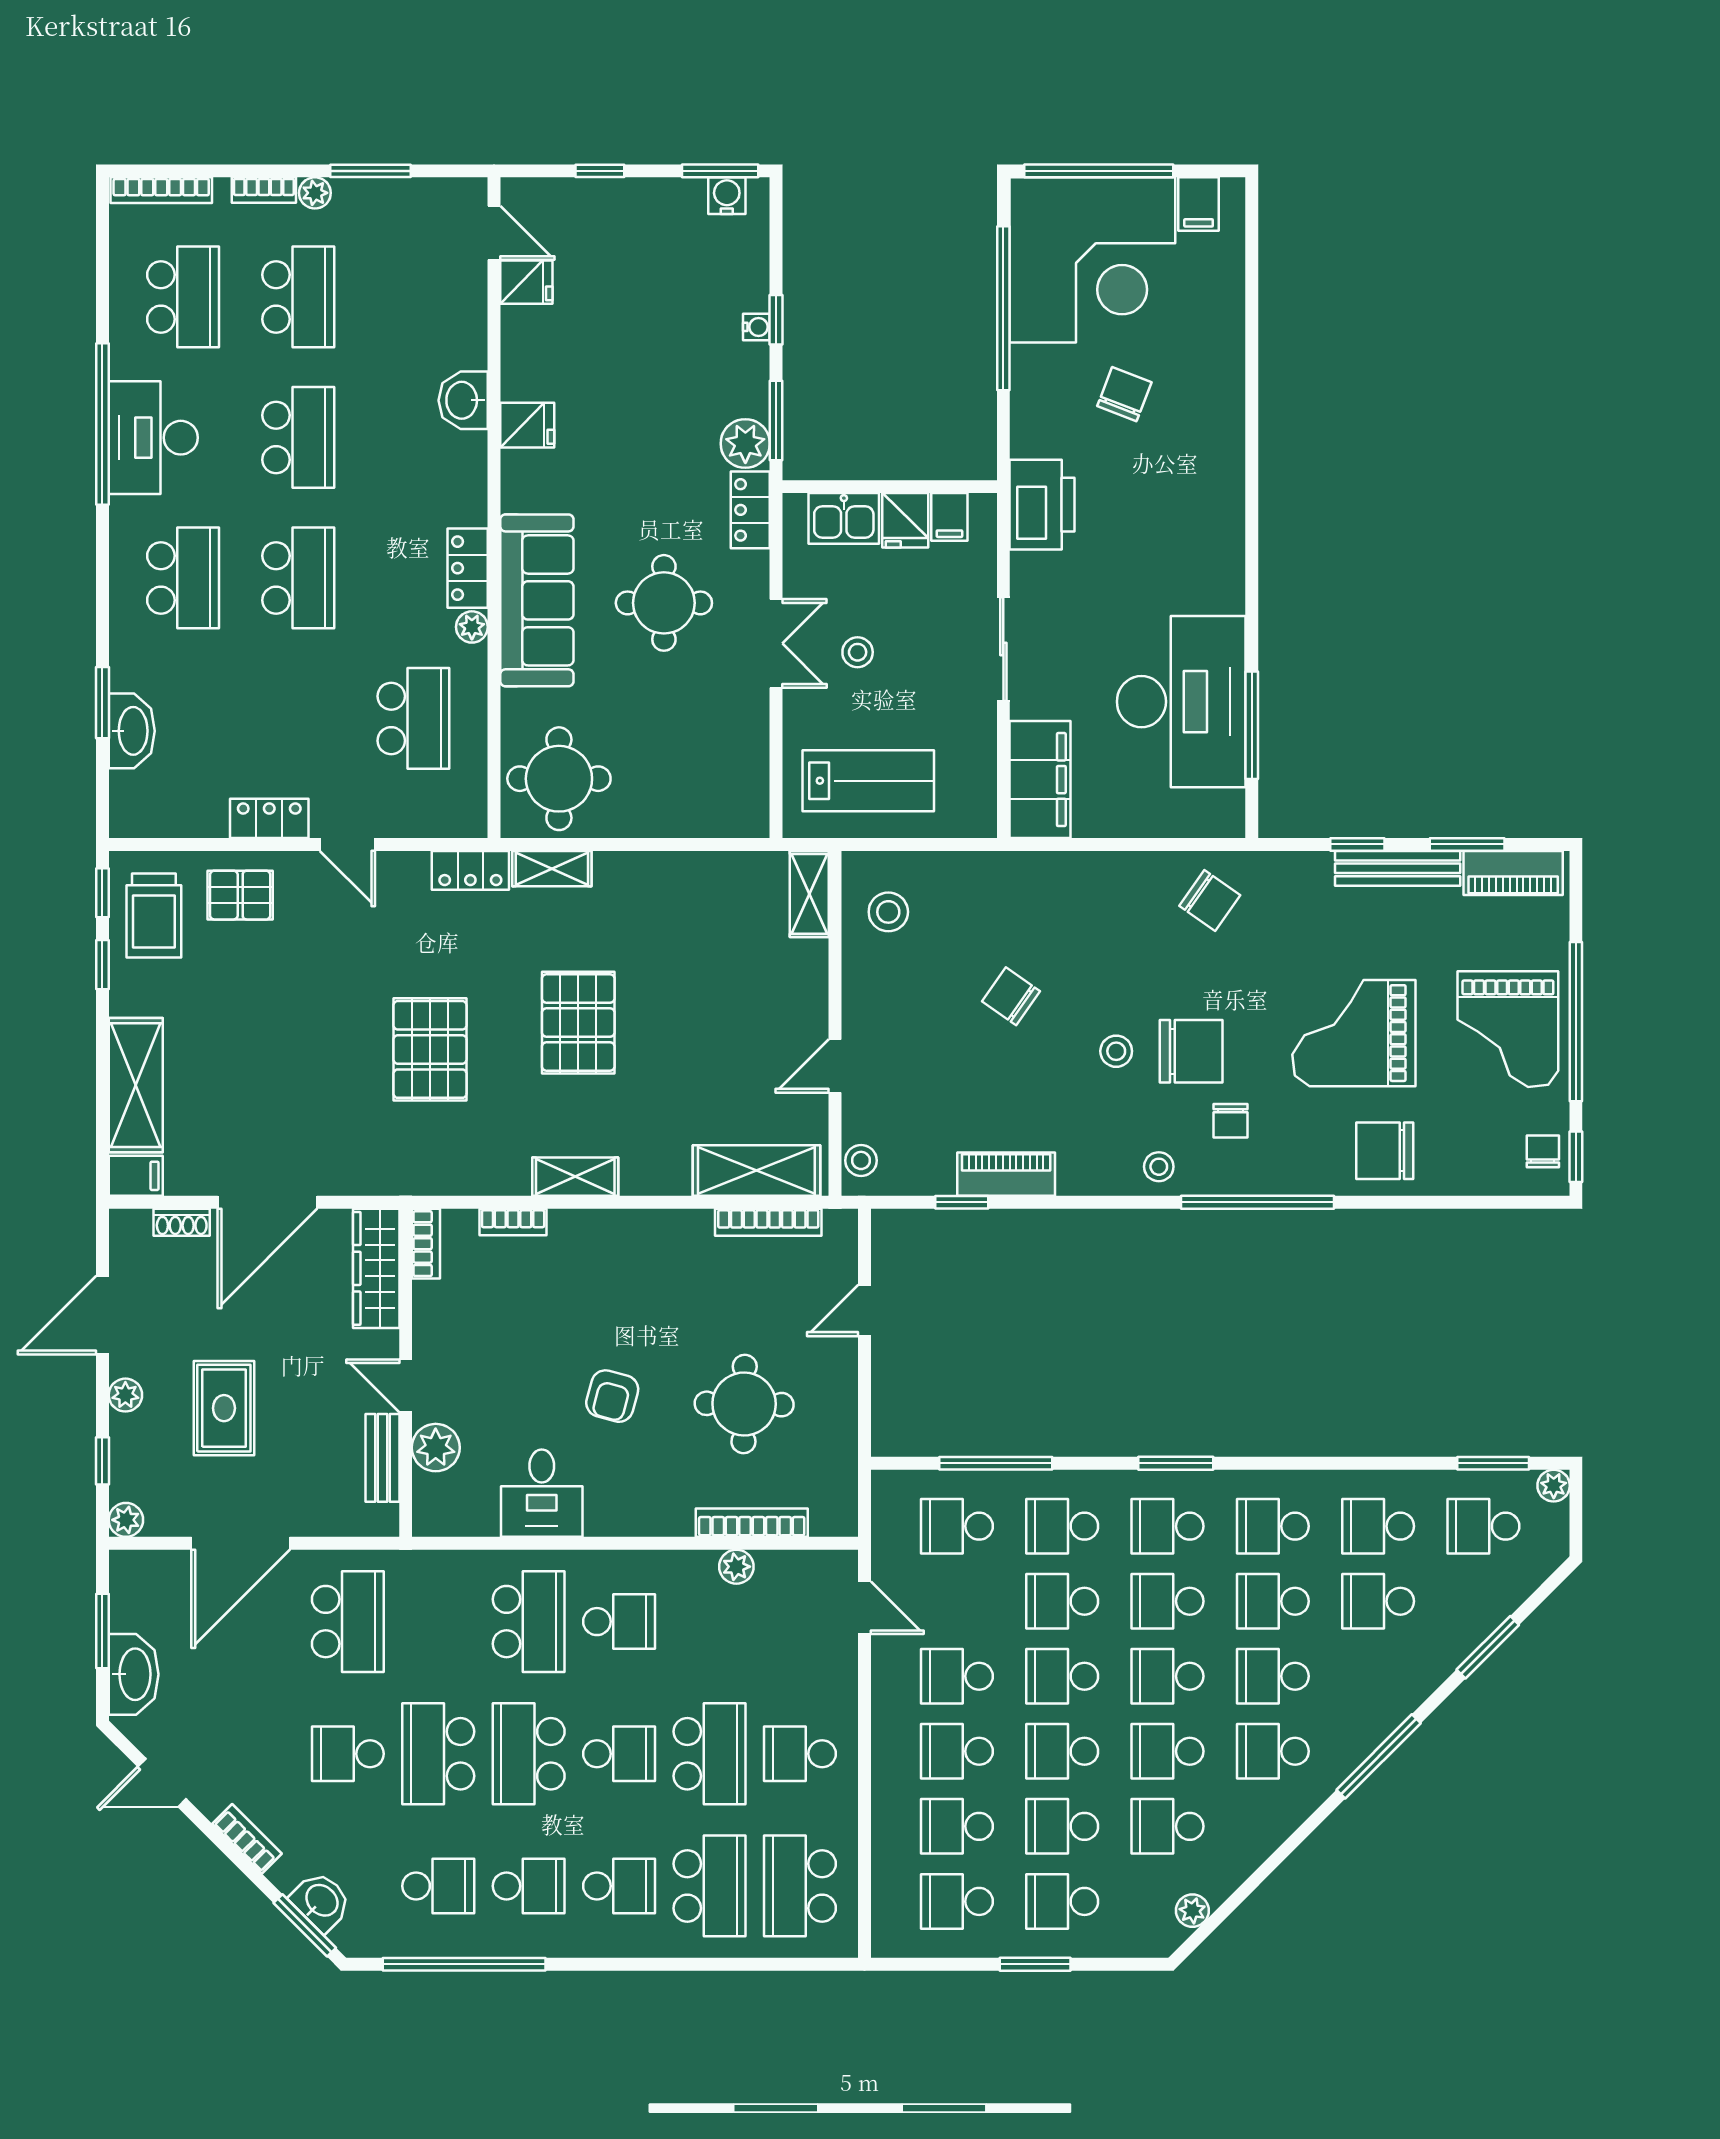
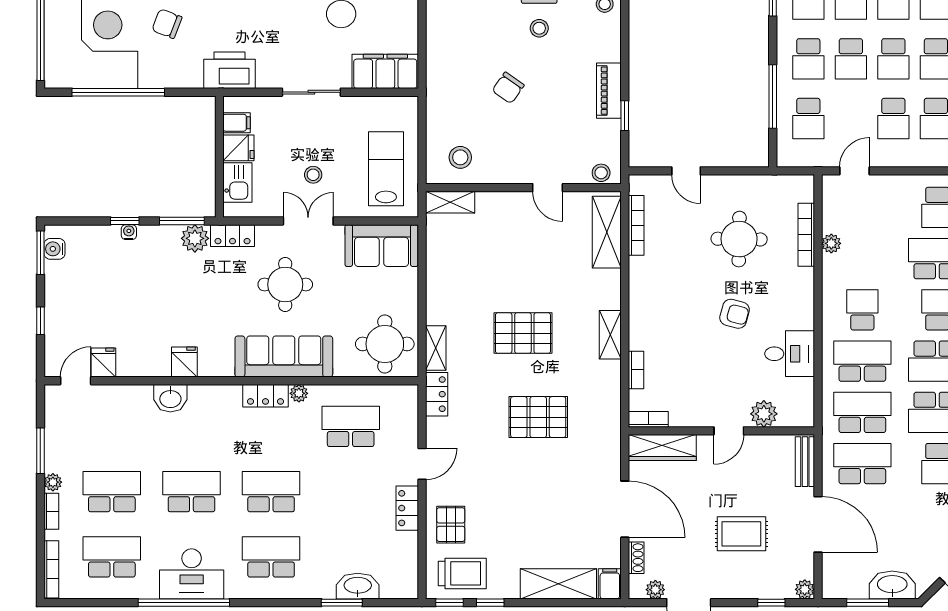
sofa: (733, 773) -> (382, 246), added
plant: (125, 1395) -> (655, 590), moved
bench: (382, 1458) -> (805, 462), moved, turned 90
school desk: (438, 1622) -> (862, 412), added

